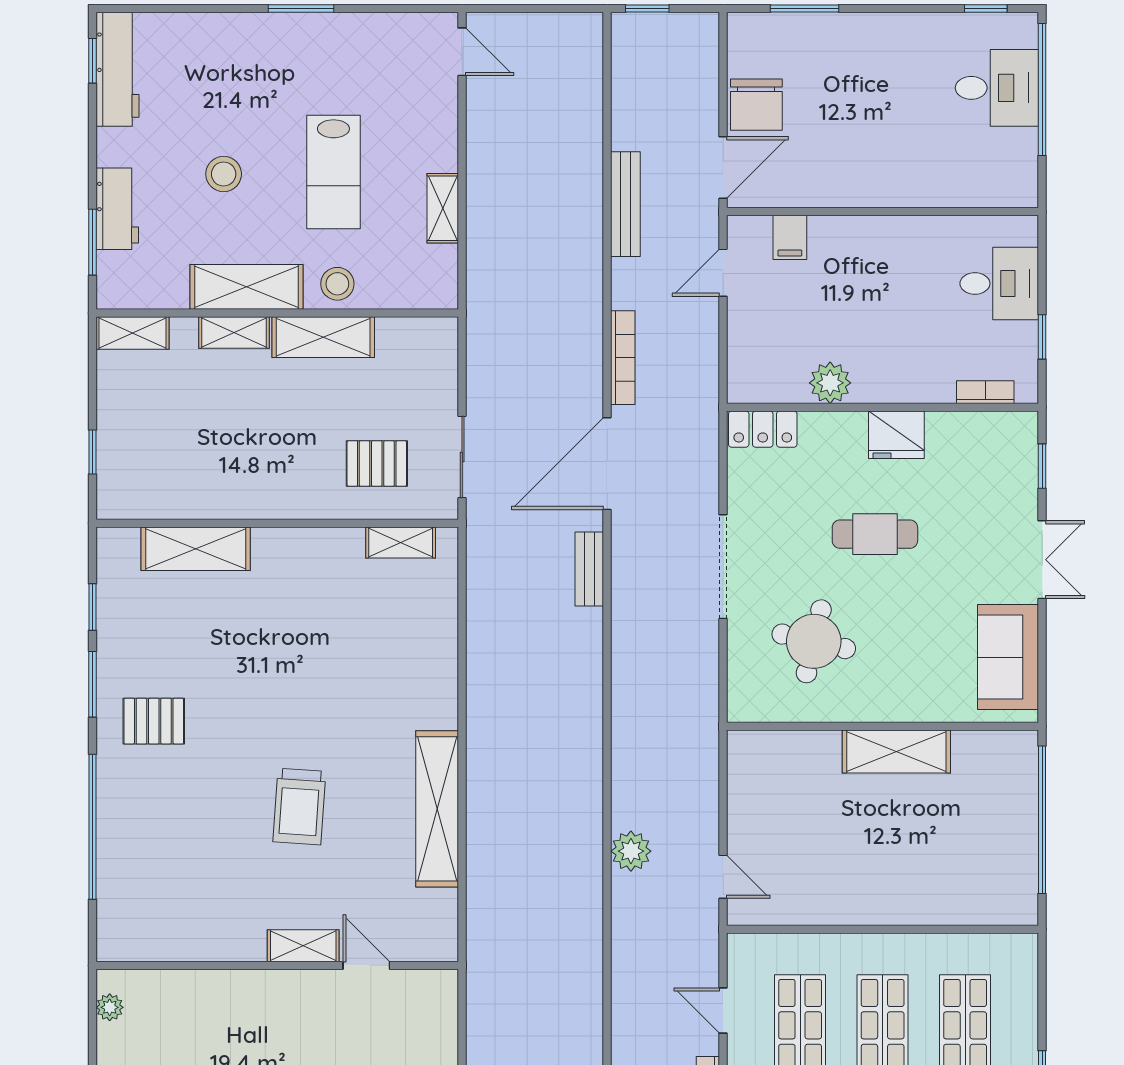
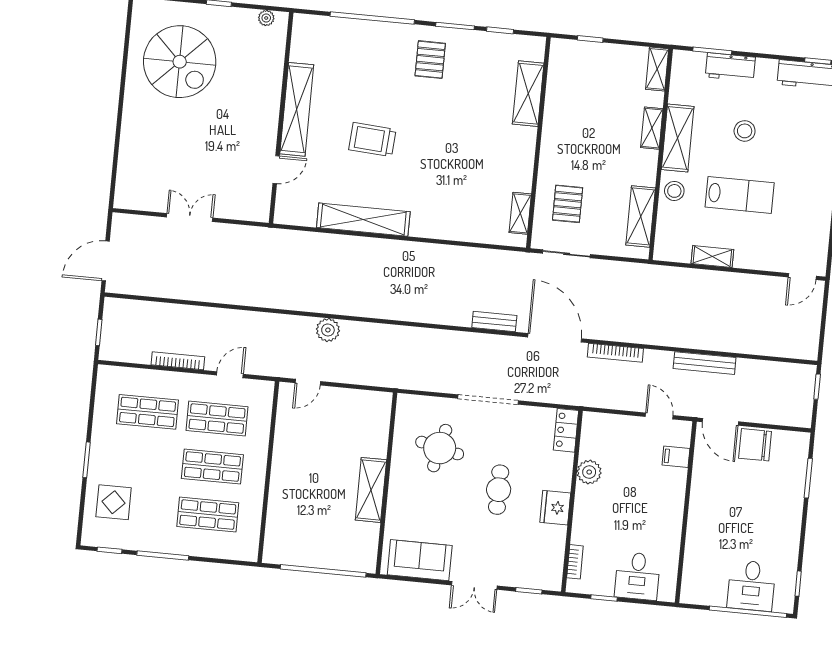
lab bench: (333, 172) -> (740, 195), turned 180
shelving: (323, 337) -> (641, 216), moved
shelving: (303, 946) -> (297, 109), width x2.20, depth x1.33

